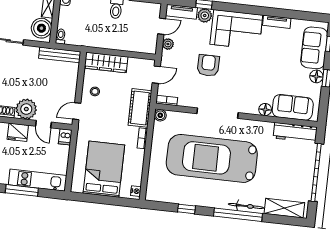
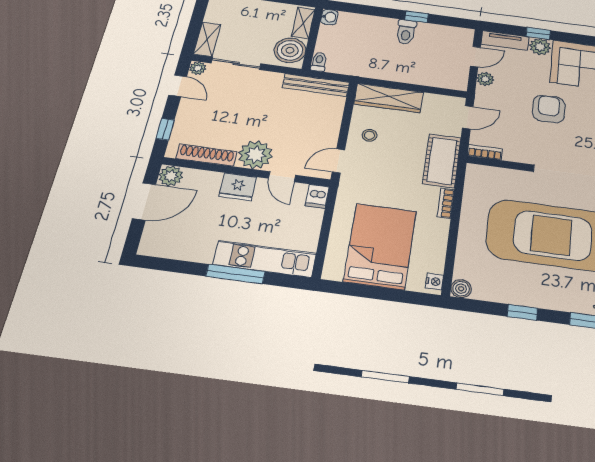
boiler: (160, 115) -> (461, 289), moved

